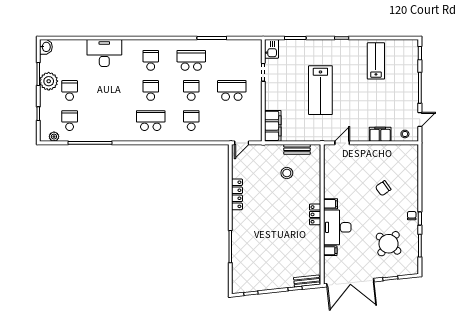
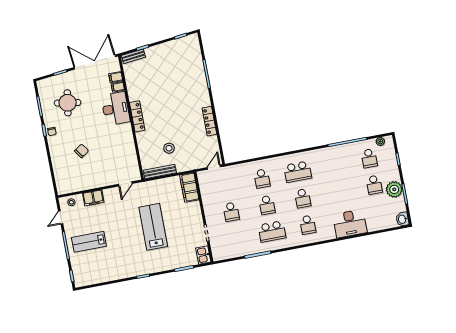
lab bench: (376, 61) -> (89, 242), moved, turned 90
school desk: (232, 90) -> (231, 212), width x0.54
bench: (297, 149) -> (160, 172), width x1.36
filing cabinet: (330, 204) -> (116, 77), moved
locker: (315, 214) -> (137, 116), width x1.53
round table: (389, 244) -> (68, 103), turned -30

